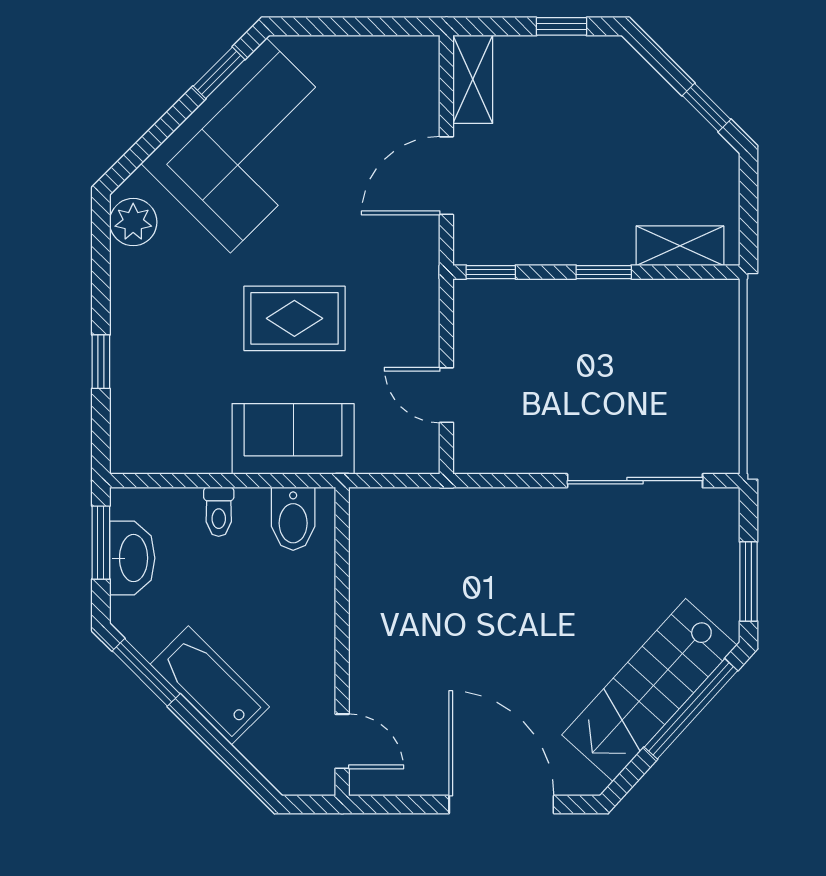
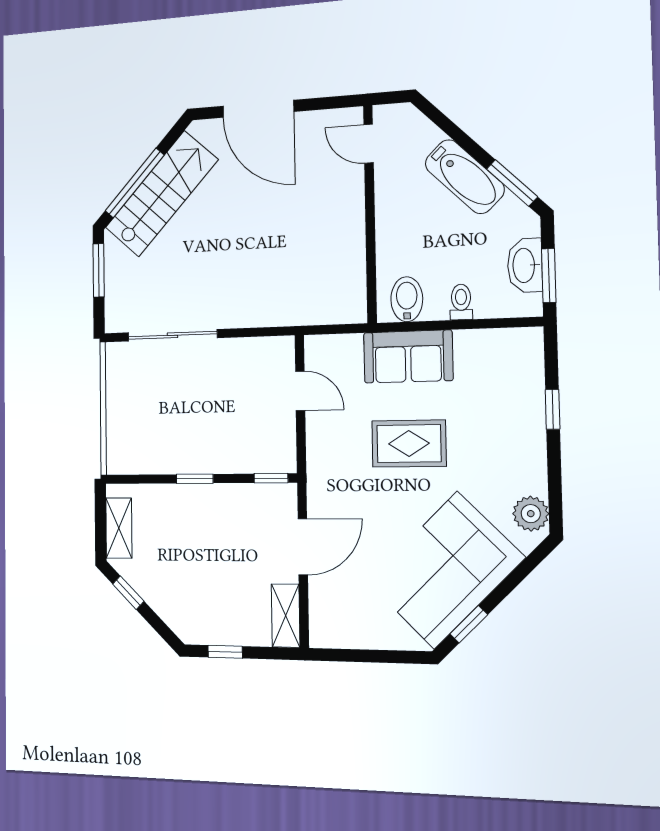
shelving: (680, 246) -> (119, 528), moved, turned 90

